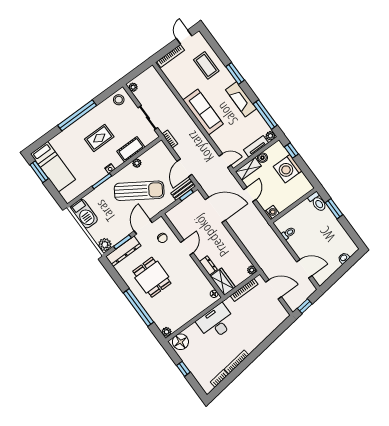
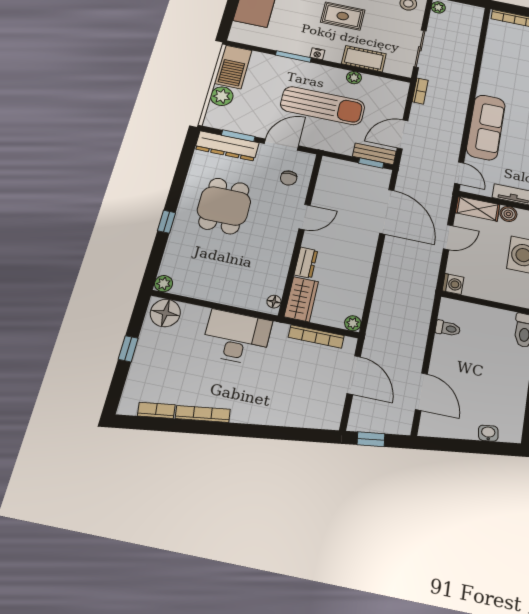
sofa: (203, 112) -> (486, 127), moved
sun lounger: (139, 191) -> (323, 106), turned -33
plant: (105, 245) -> (222, 96), moved
window: (138, 308) -> (167, 222), width x0.32

